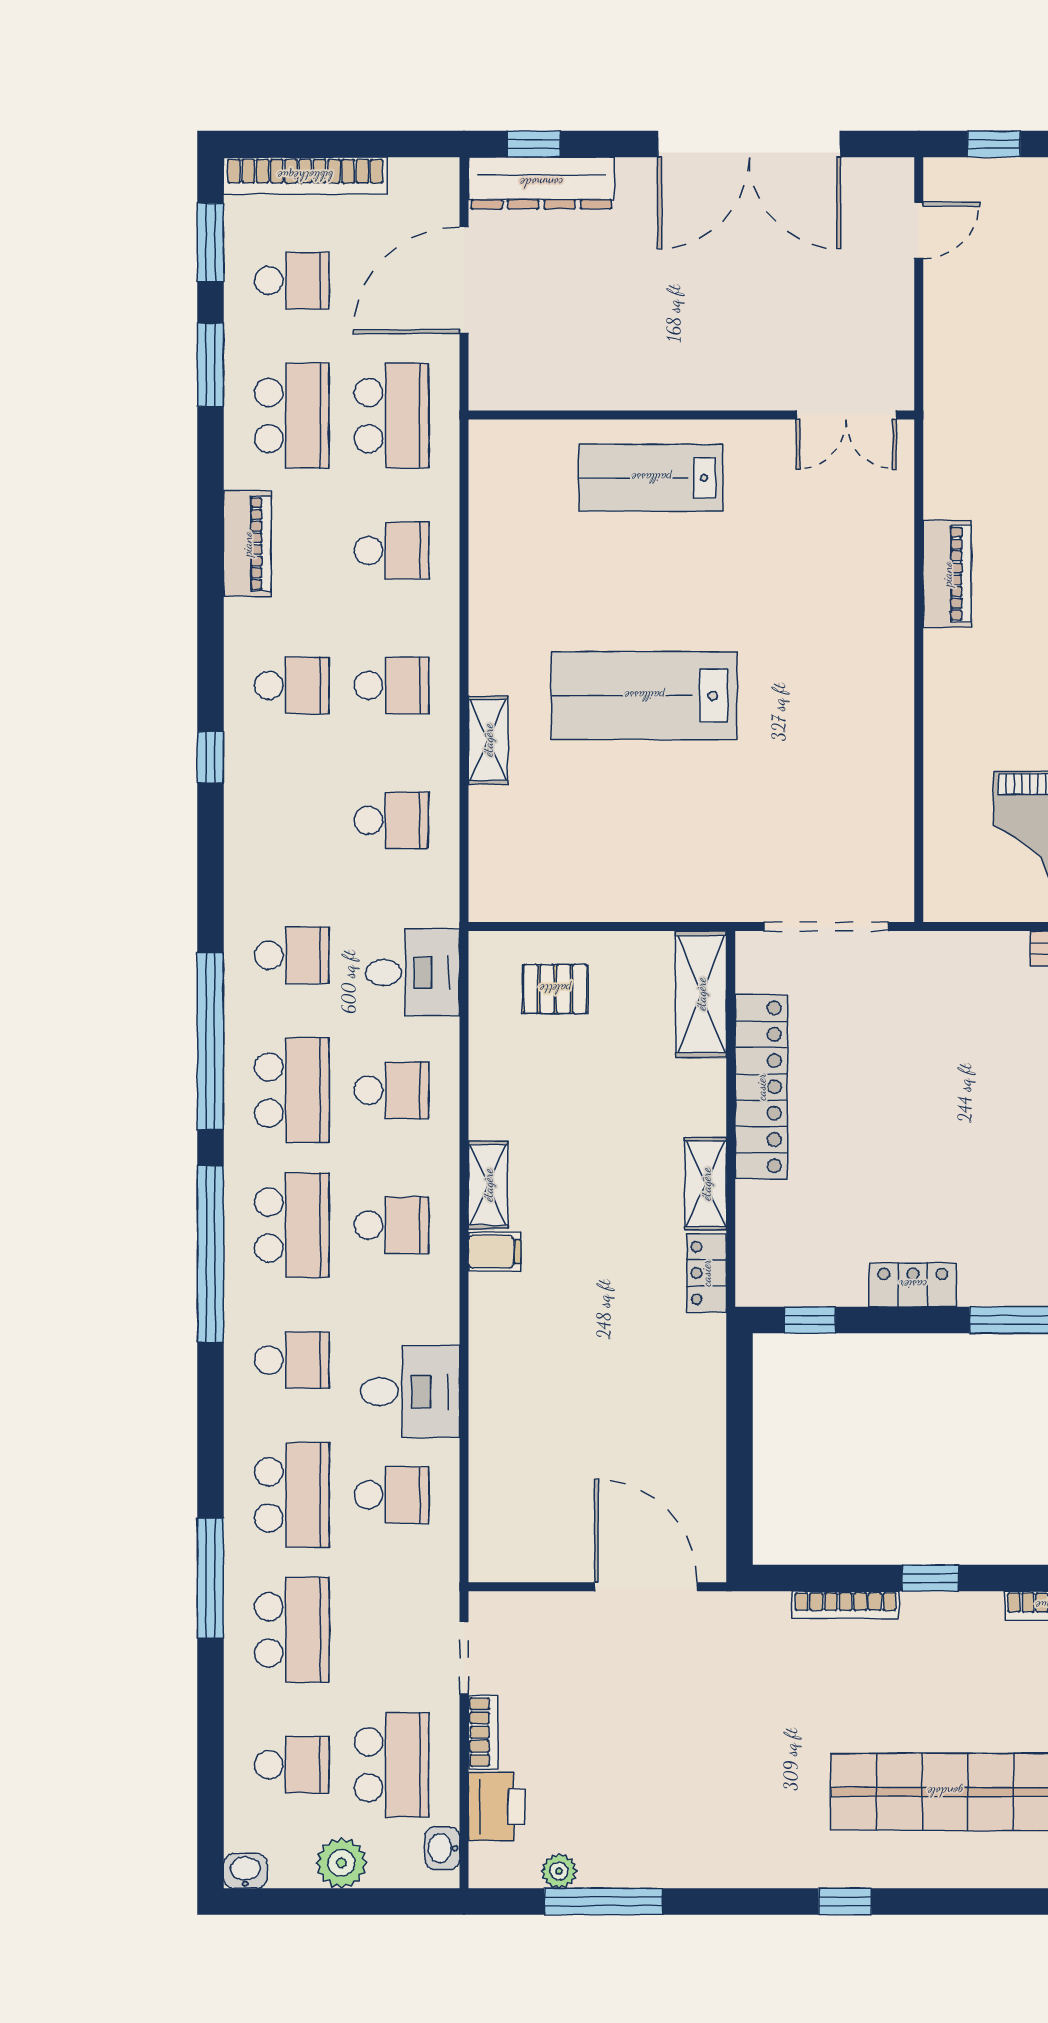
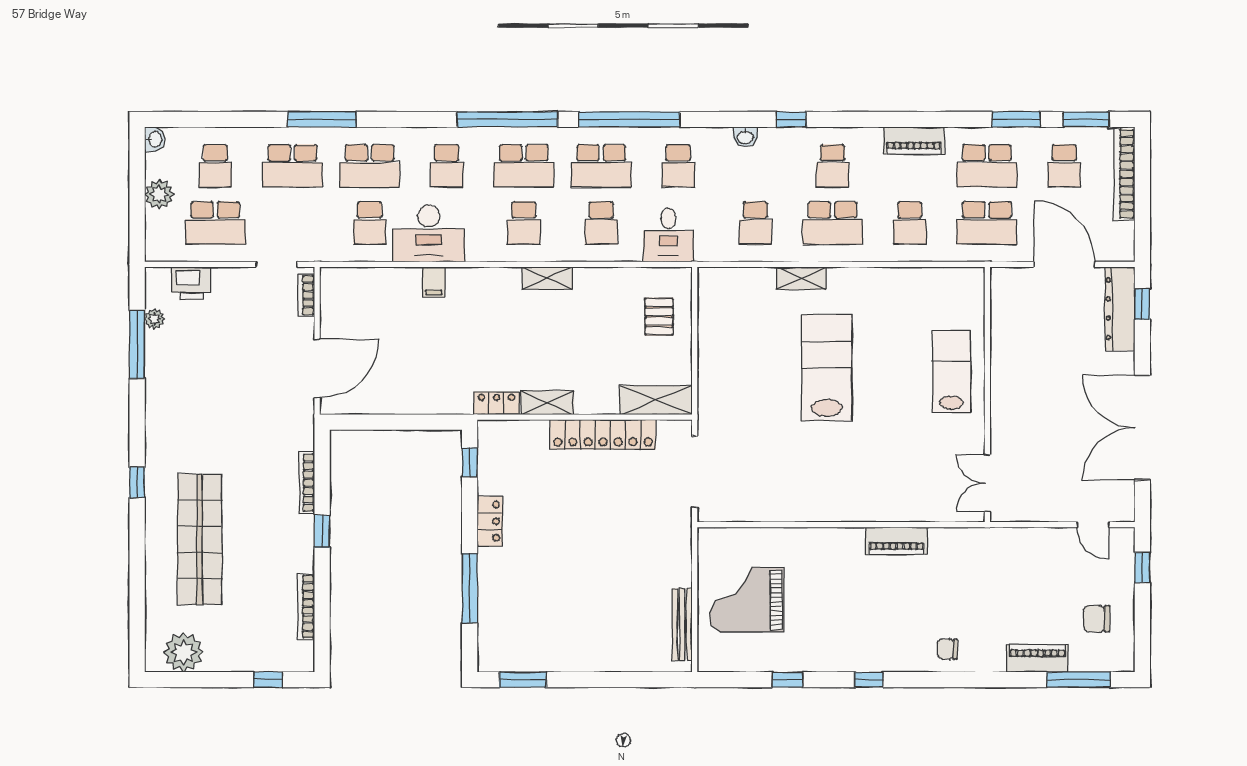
school desk: (391, 685) -> (833, 223), width x1.85
filing cabinet: (495, 1252) -> (434, 282), moved
desk: (410, 1392) -> (429, 234), width x1.37
bookcase: (483, 1732) -> (306, 295), moved, turned 90
washbasin: (442, 1848) -> (745, 137), moved, turned 180

